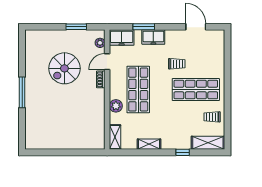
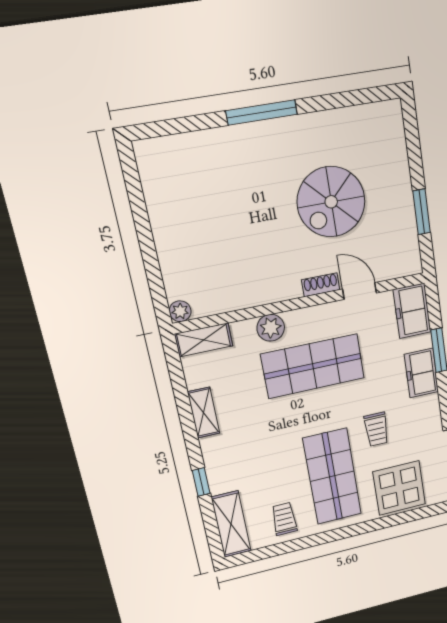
plant: (100, 43) -> (180, 311), moved
display table: (211, 57) -> (399, 488), added
spiral stairs: (64, 68) -> (331, 202), turned -90

